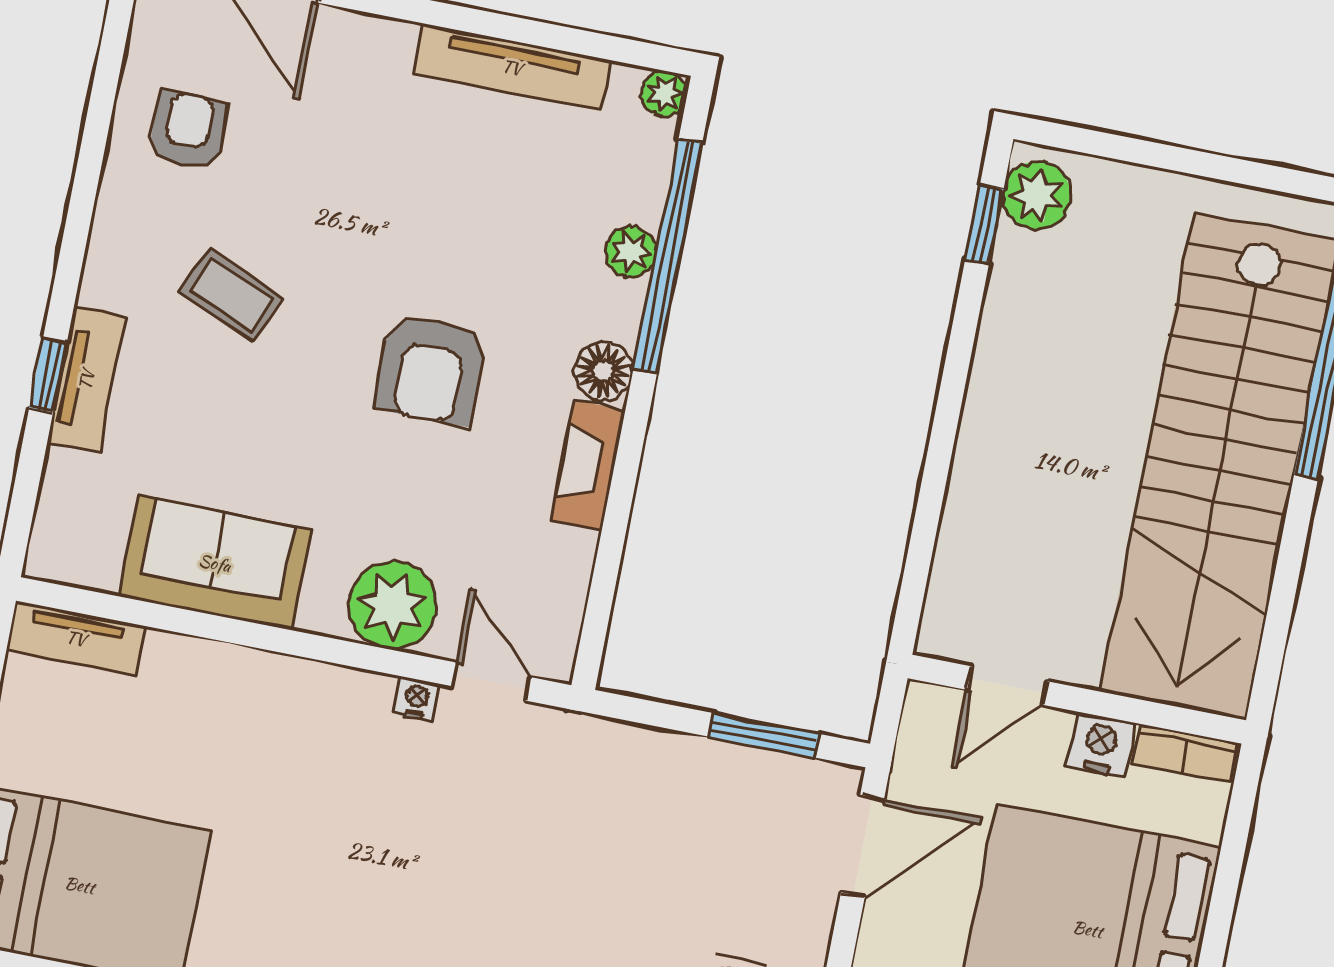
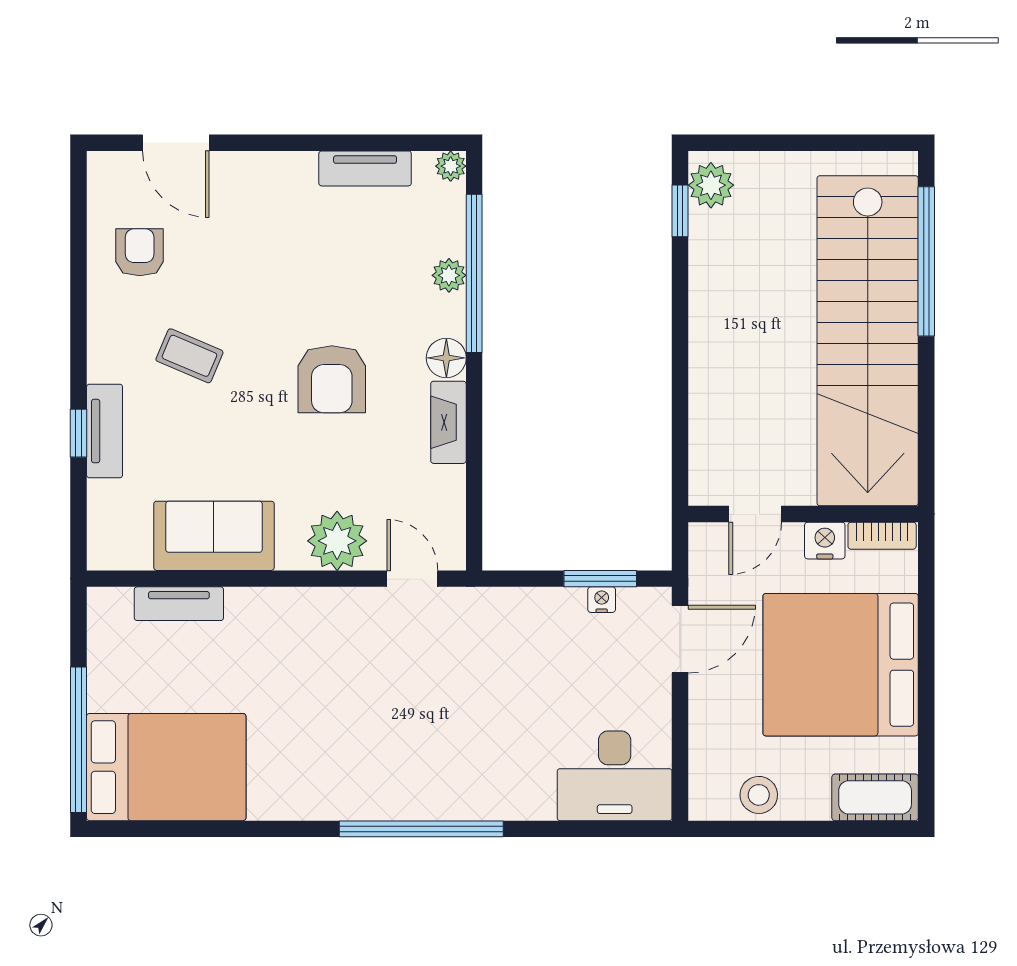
tv unit: (512, 67) -> (365, 168), width x0.71
tv unit: (76, 638) -> (179, 604), moved
nightstand: (417, 699) -> (602, 600), moved

